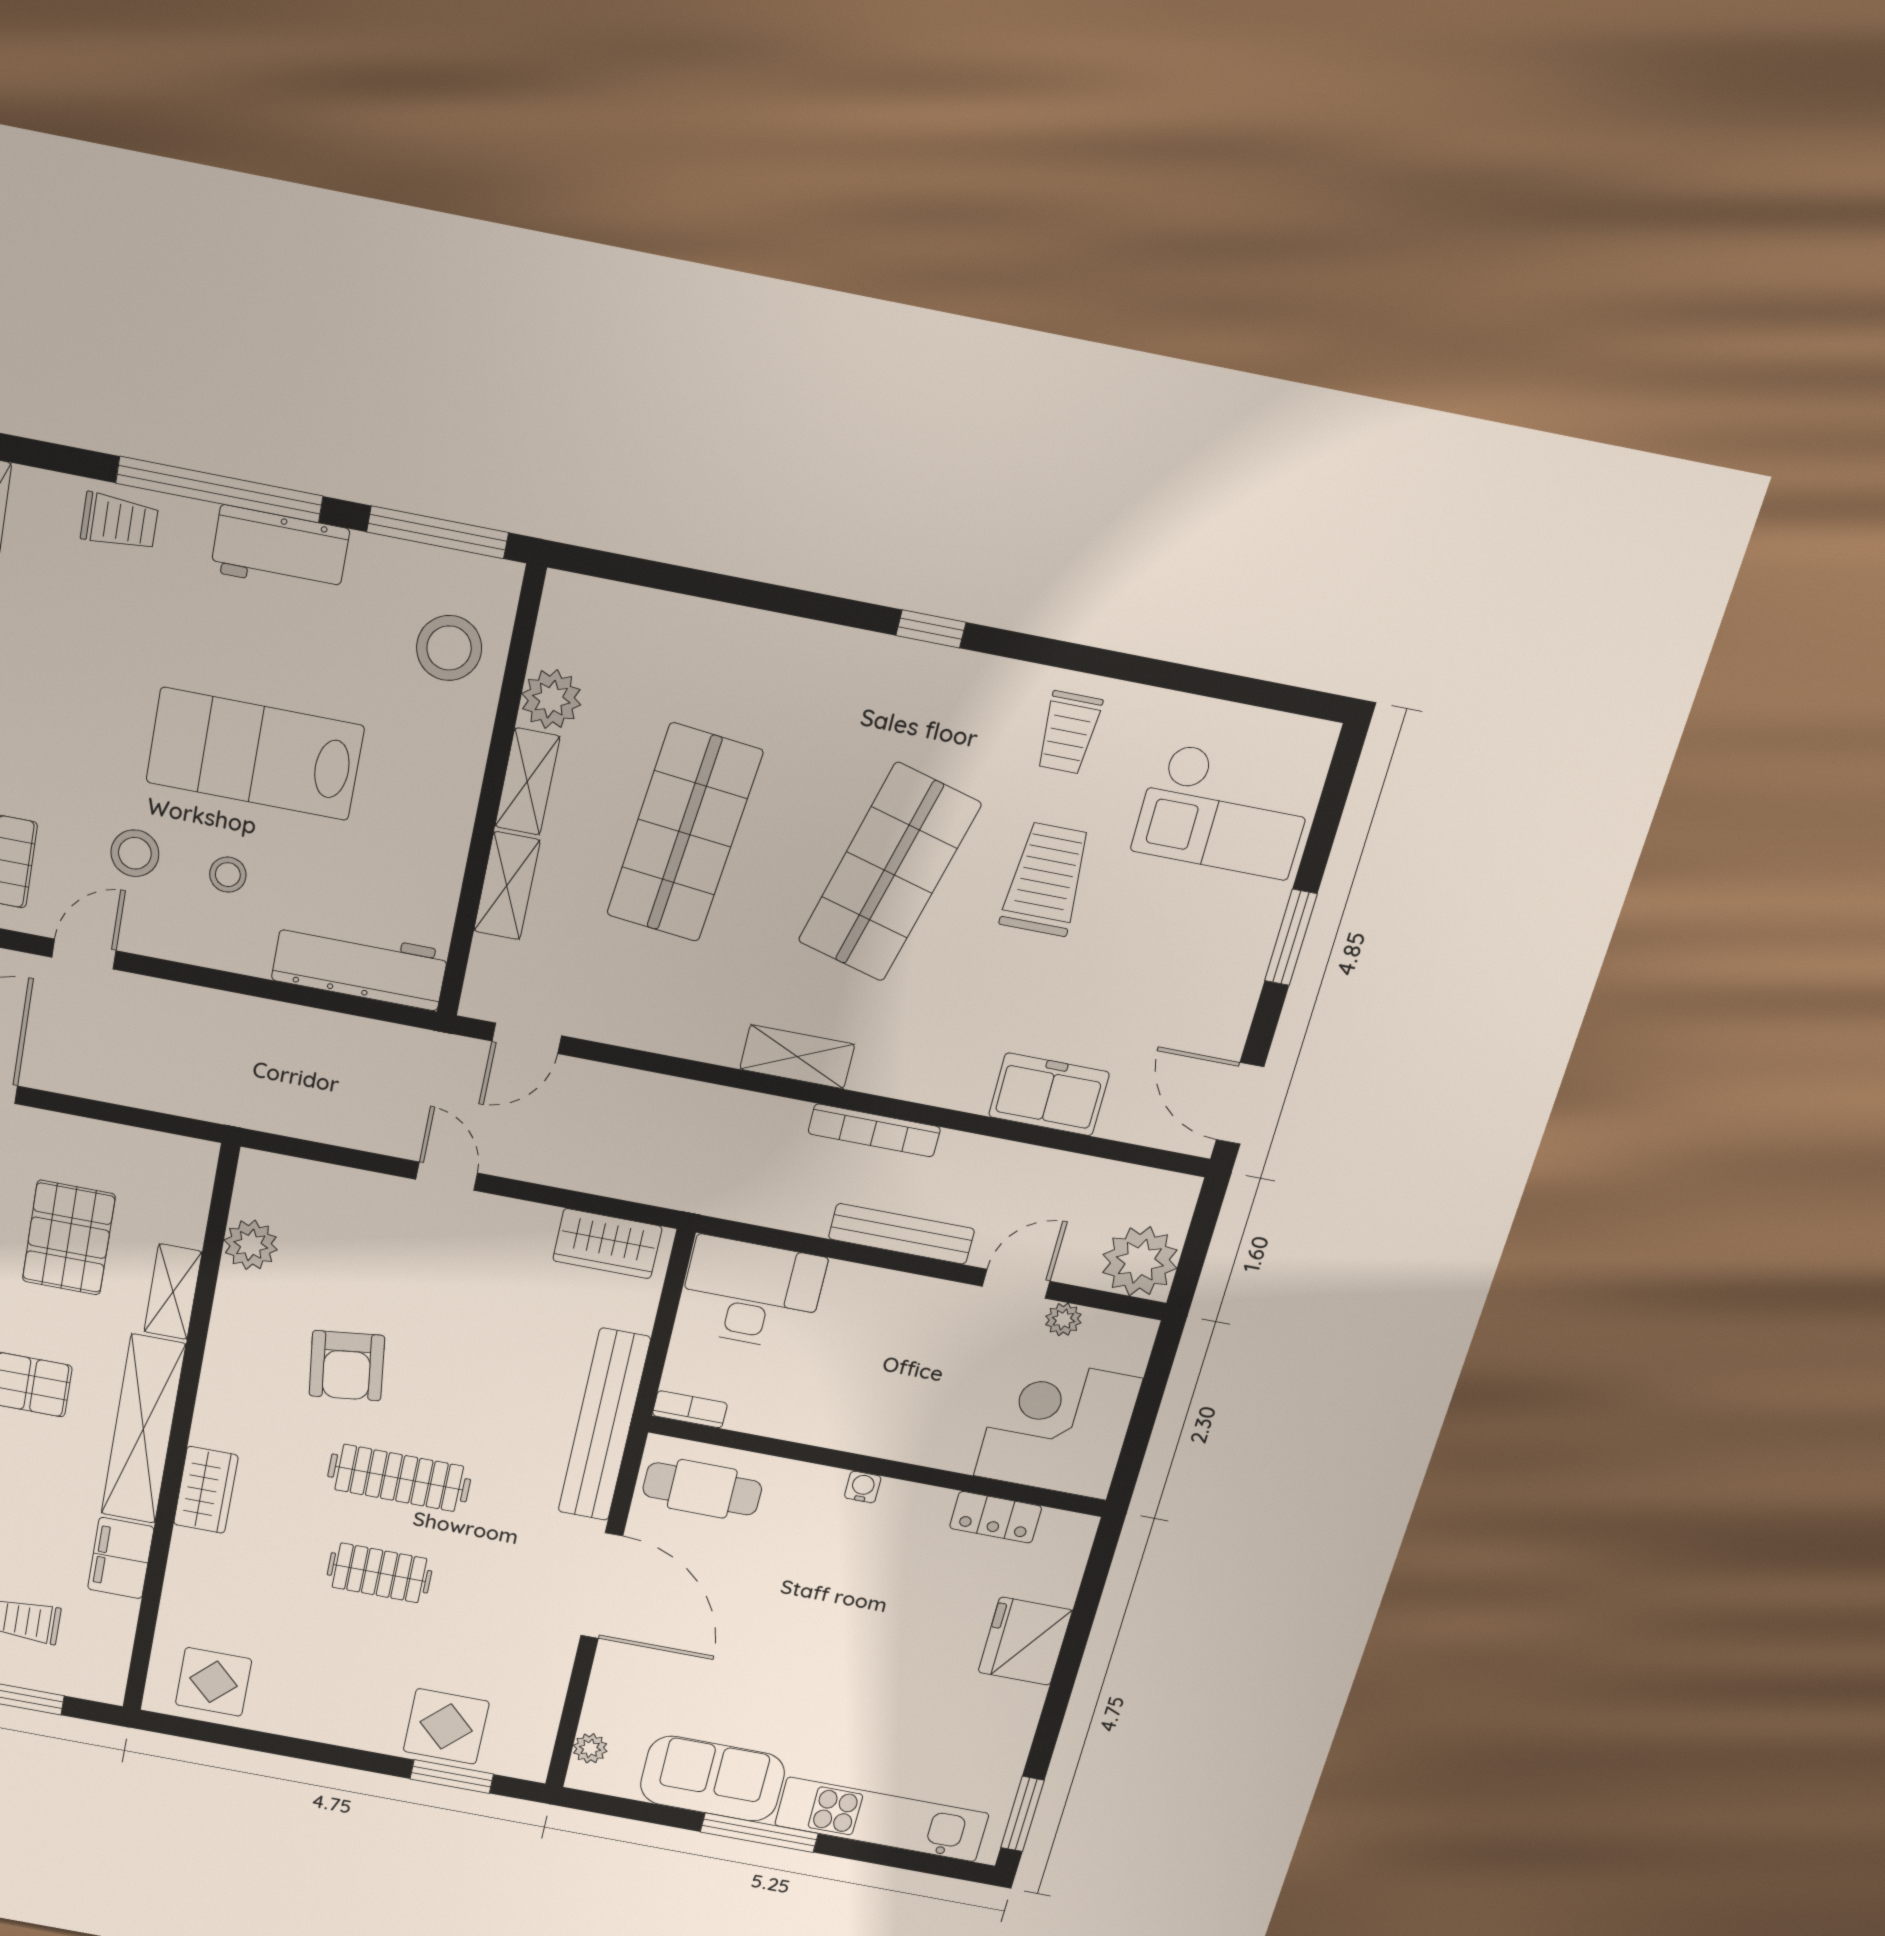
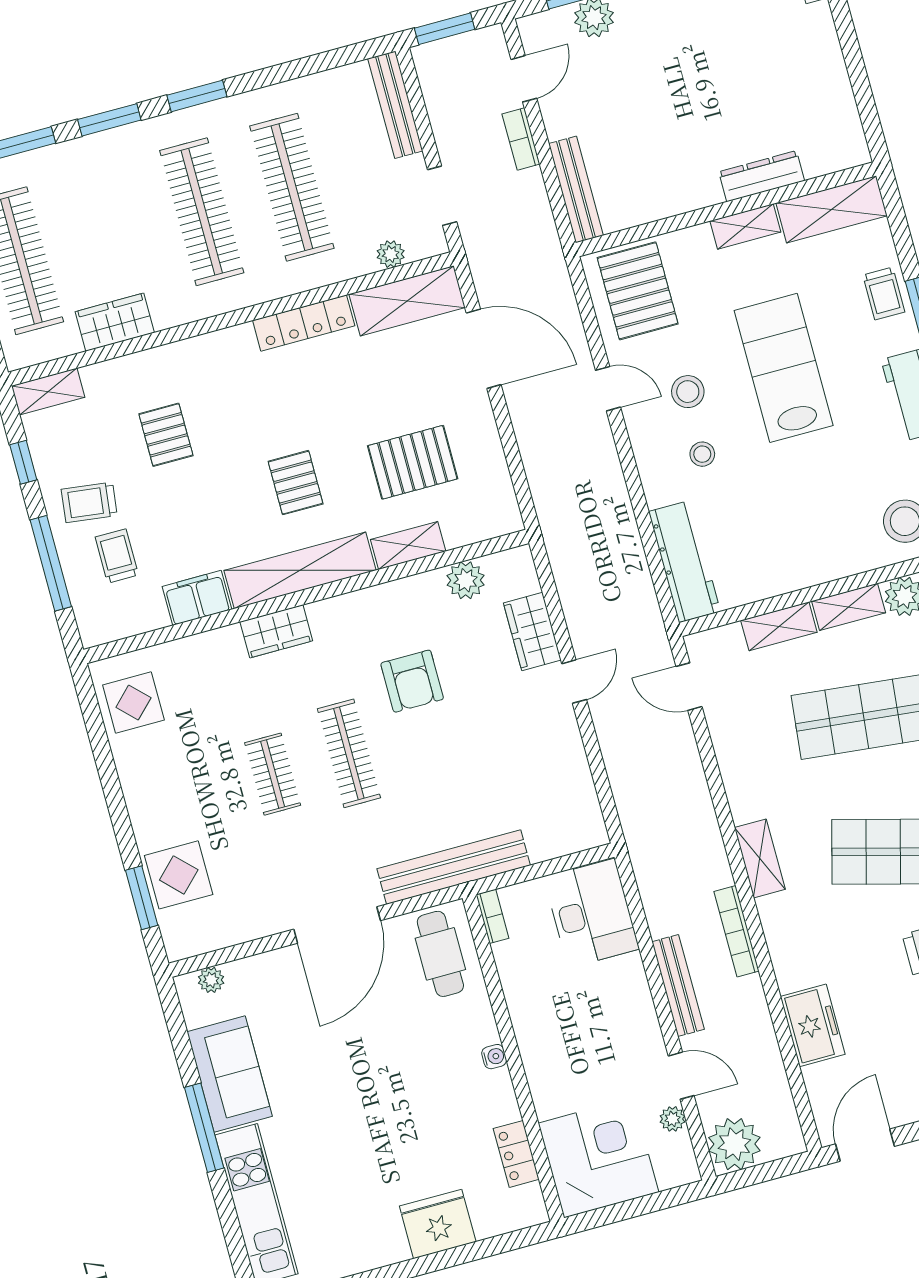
lab bench: (255, 754) -> (784, 368), moved
wardrobe: (607, 1244) -> (532, 632), moved
armchair: (347, 1366) -> (412, 681), turned -83

